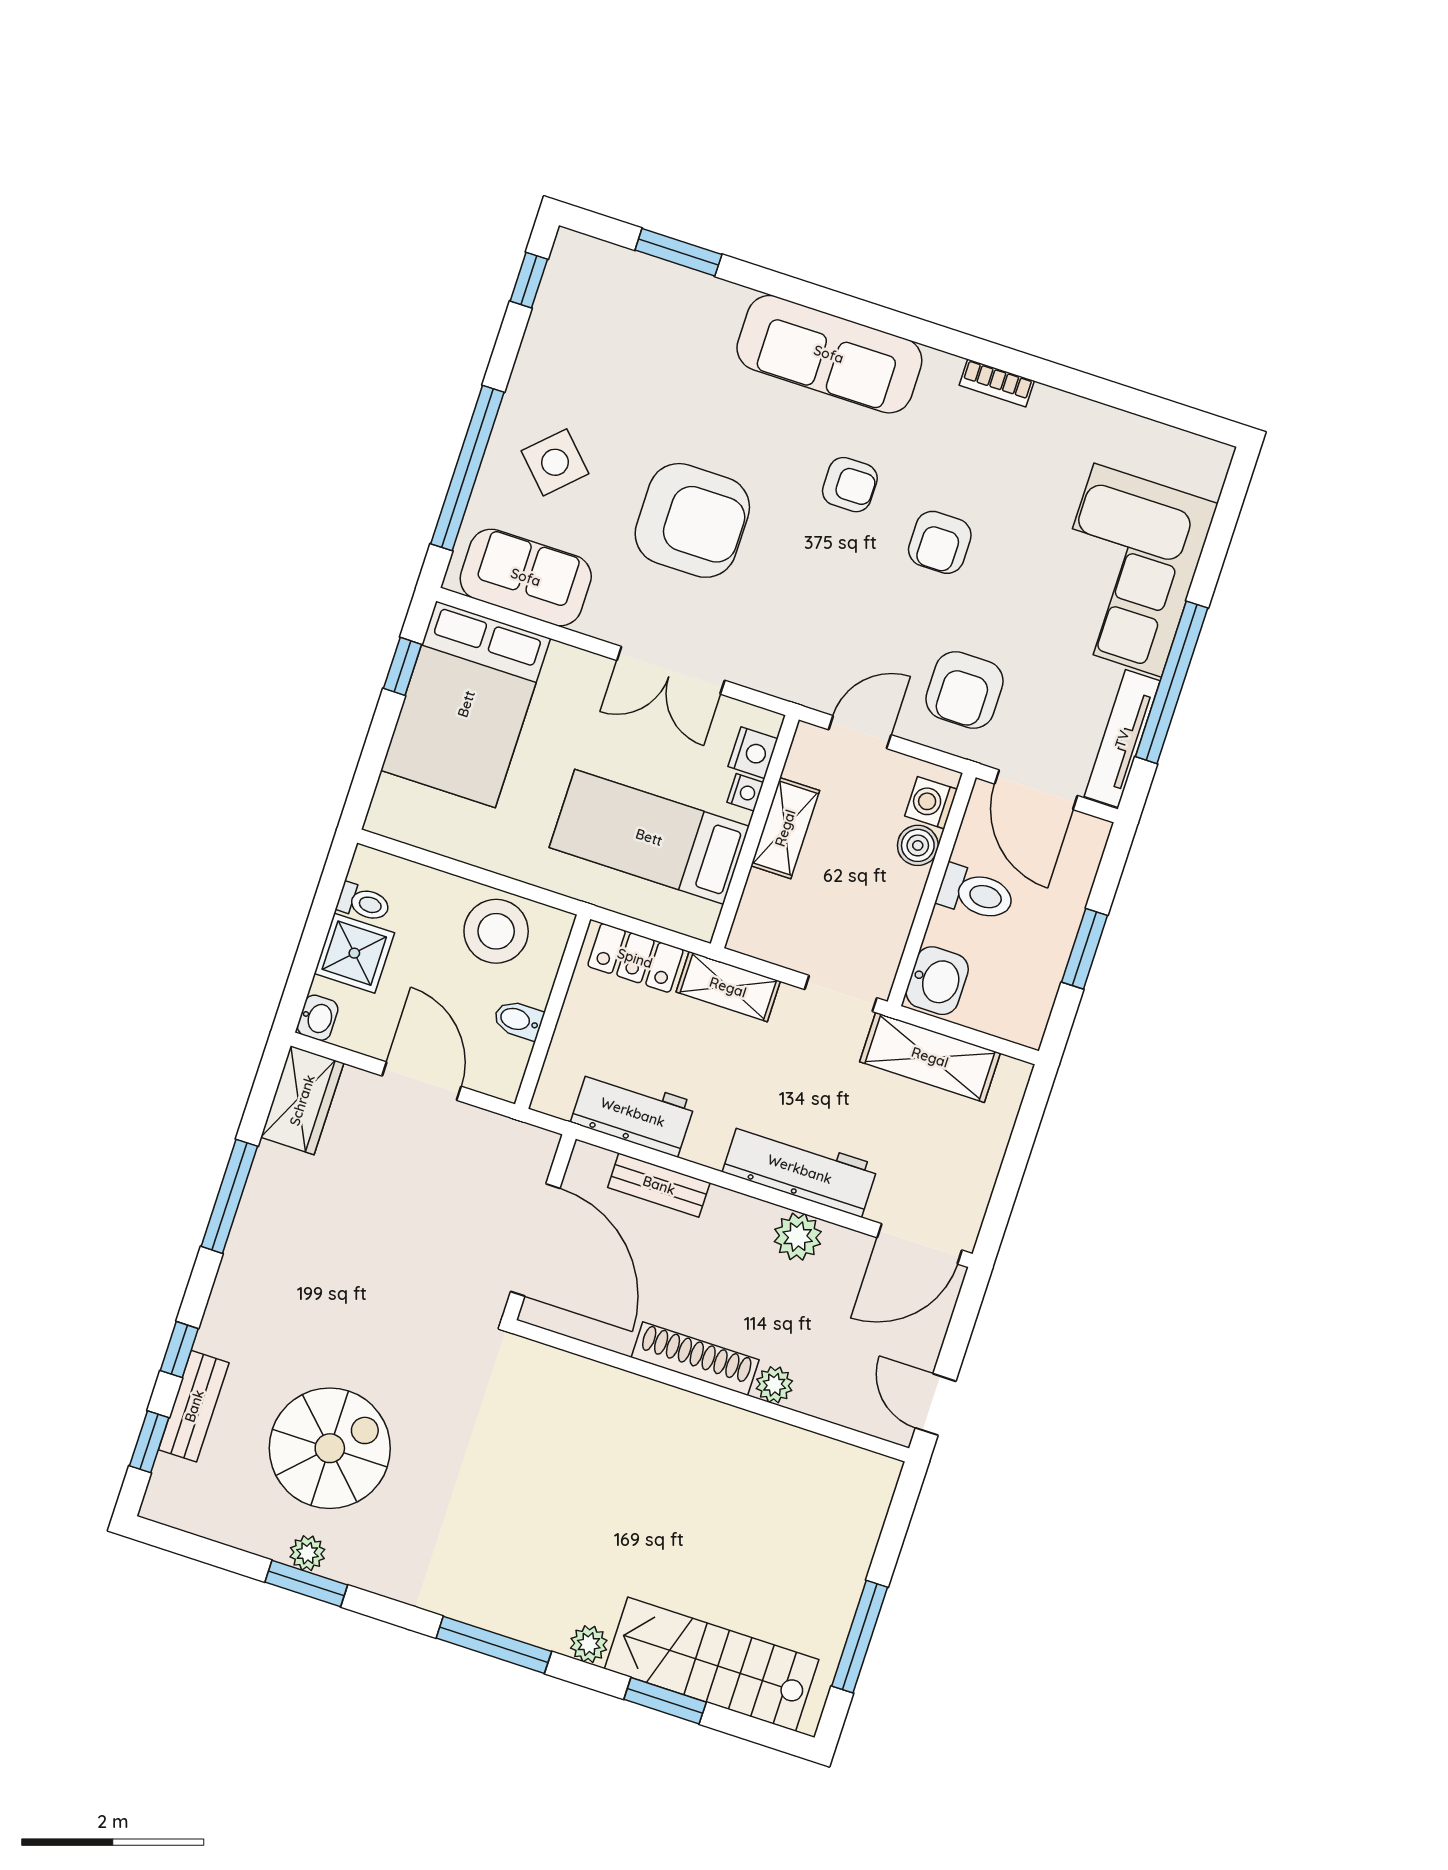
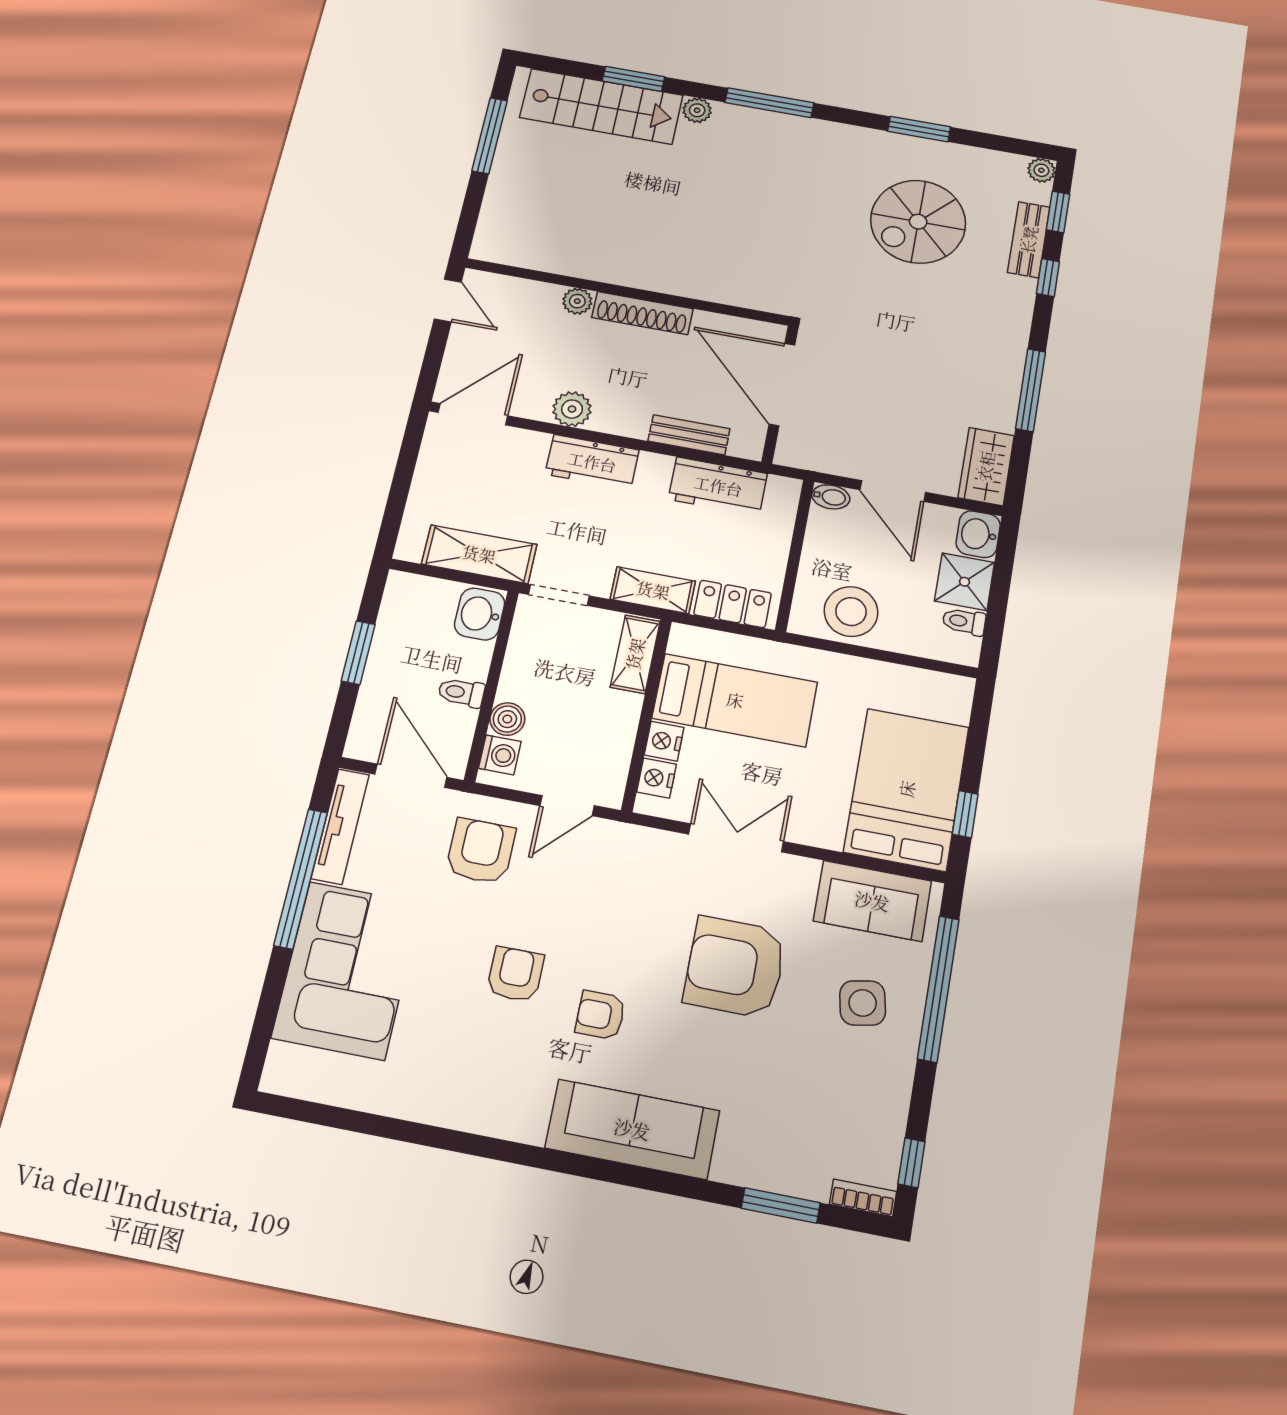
bookcase: (997, 383) -> (863, 1198), moved
side table: (555, 462) -> (863, 1003), turned 33
nightstand: (745, 792) -> (664, 741), width x1.39, depth x1.35
shelving: (785, 828) -> (635, 654), moved
toilet: (976, 893) -> (461, 692), width x0.73, depth x0.72
washbasin: (318, 1018) -> (978, 534), width x1.38, depth x1.45
bidet: (518, 1020) -> (831, 497), moved
workbench: (800, 1169) -> (592, 462), width x0.73
plant: (307, 1553) -> (1041, 170), moved

